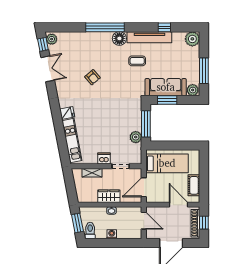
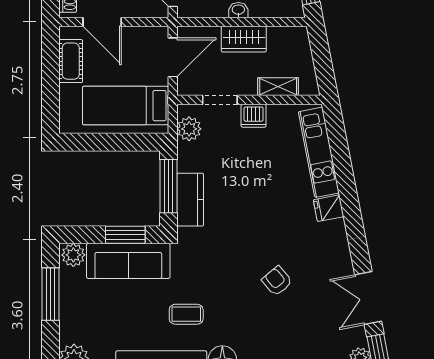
kitchen counter: (135, 117) -> (190, 200), added
plant: (136, 137) -> (189, 129), moved

